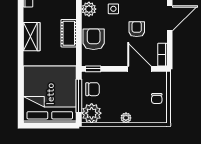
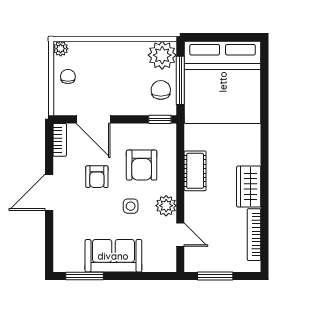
wardrobe: (32, 37) -> (249, 186), moved
armchair: (94, 39) -> (142, 165), moved
chair: (92, 89) -> (161, 90), turned 90
plant: (126, 118) -> (61, 49), moved

